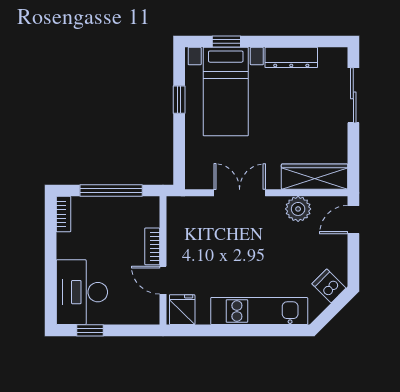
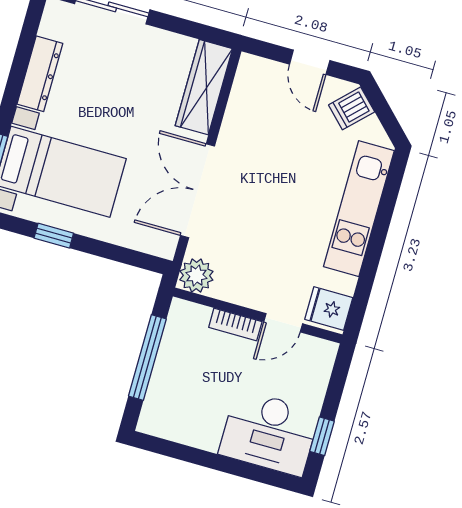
double door: (240, 193) -> (198, 191), width x1.37
plant: (298, 209) -> (196, 276), moved
bookcase: (63, 214) -> (161, 428), removed
door: (353, 220) -> (310, 62), moved

